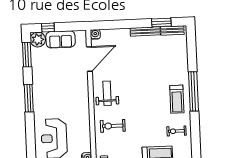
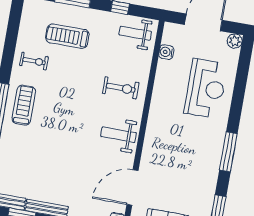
weight bench: (107, 93) -> (119, 135), turned 90

